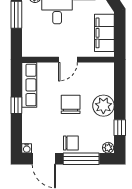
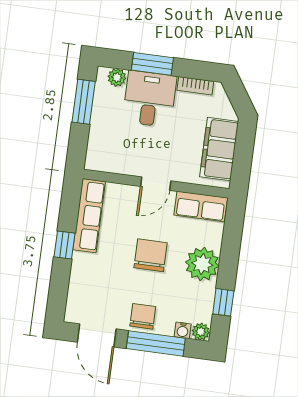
row of seats: (98, 70) -> (201, 206), added
chair: (71, 143) -> (143, 316), turned -90
water cooler: (27, 148) -> (183, 330), moved

